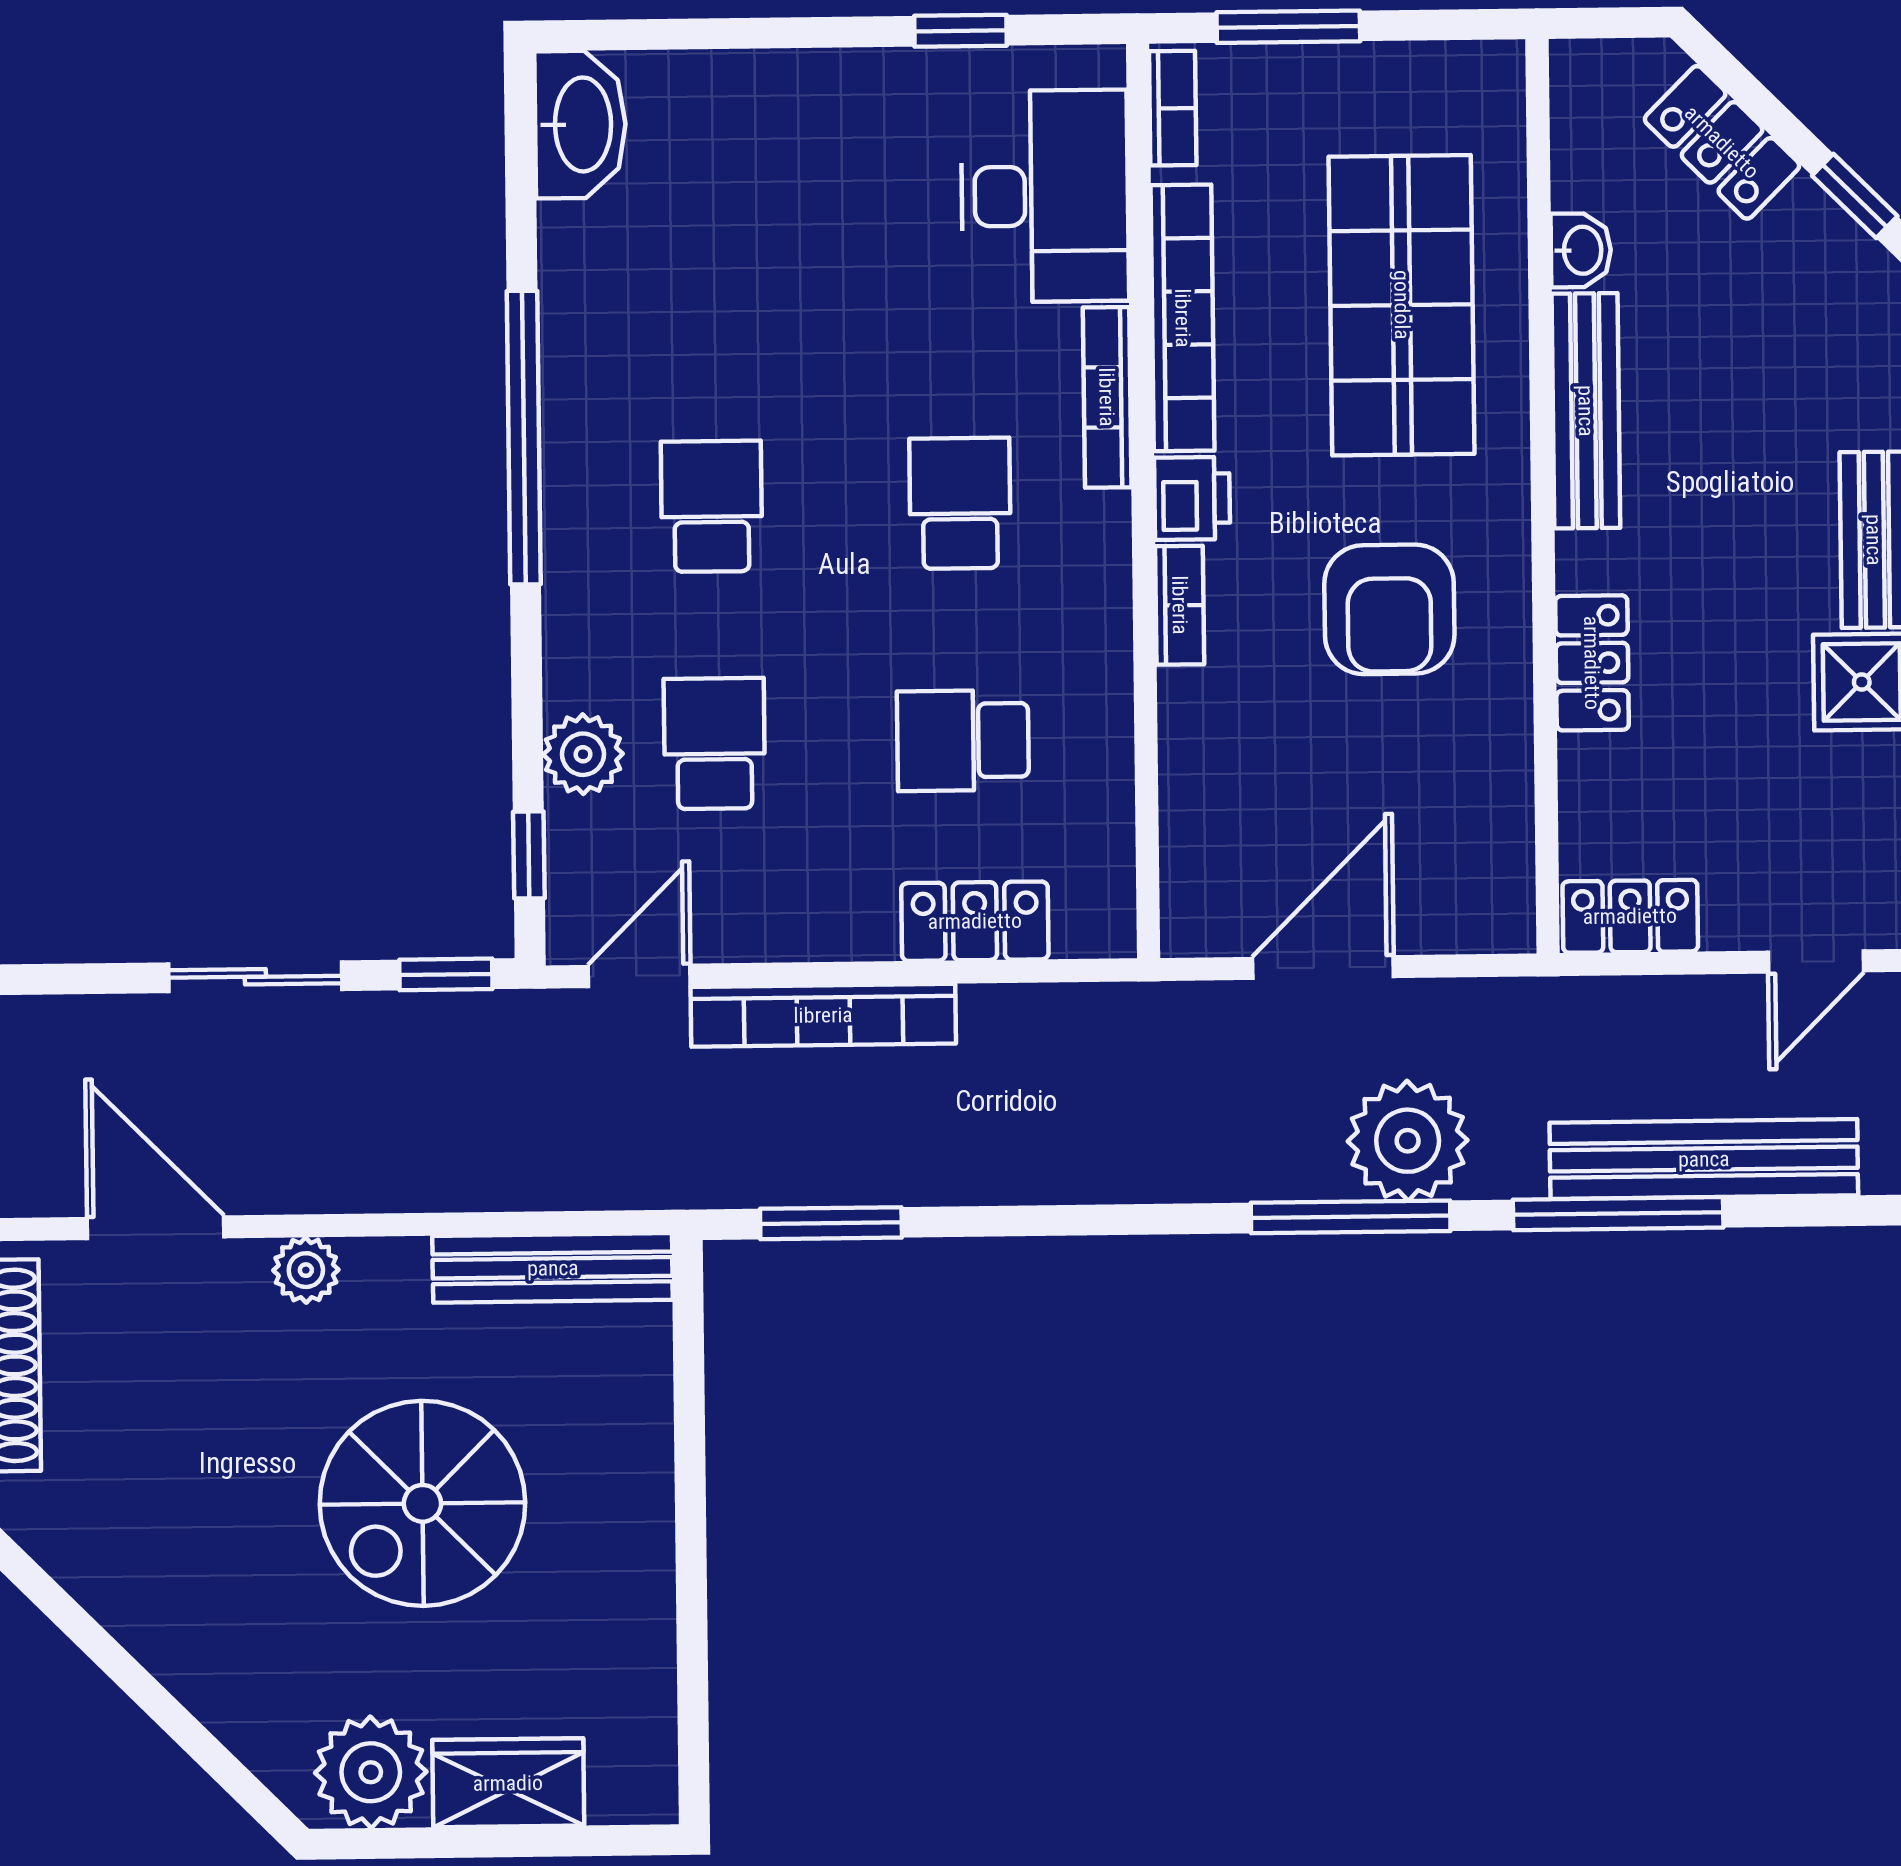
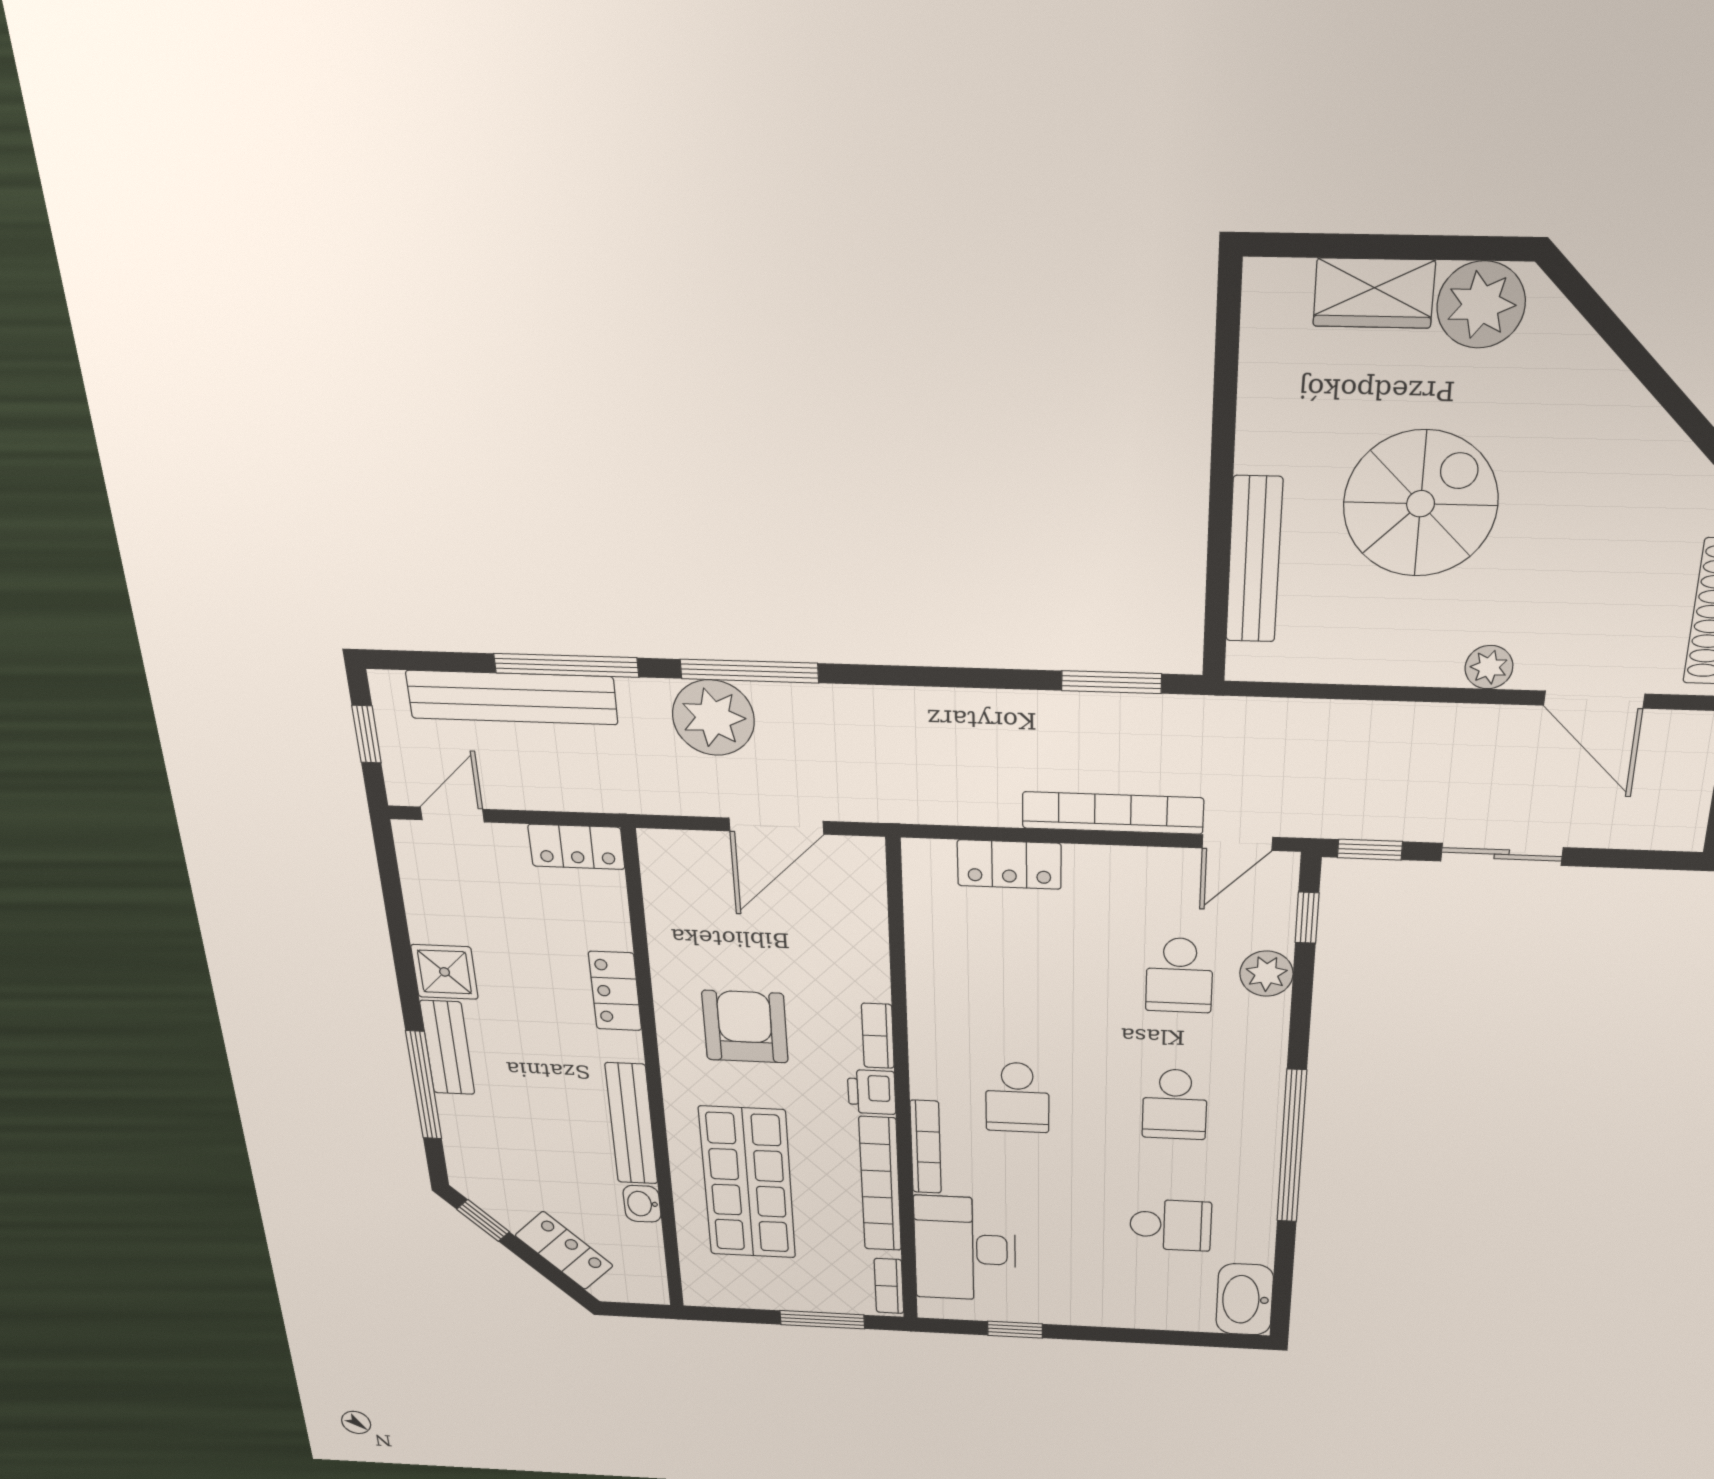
school desk: (963, 741) -> (1170, 1225), moved
bench: (553, 1268) -> (1254, 560), moved, turned 90

